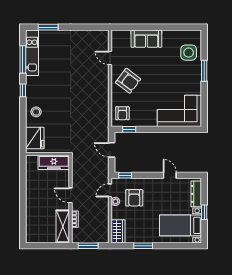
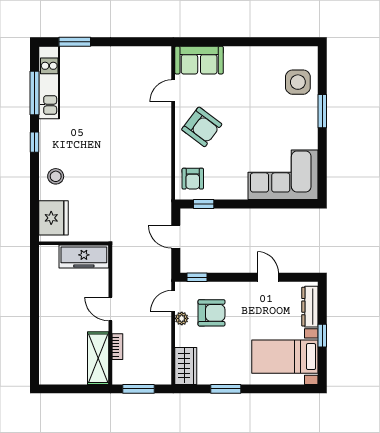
sofa: (146, 39) -> (199, 60), moved
door: (110, 58) -> (173, 91), hinge flipped
armchair: (134, 198) -> (211, 313), turned -90

